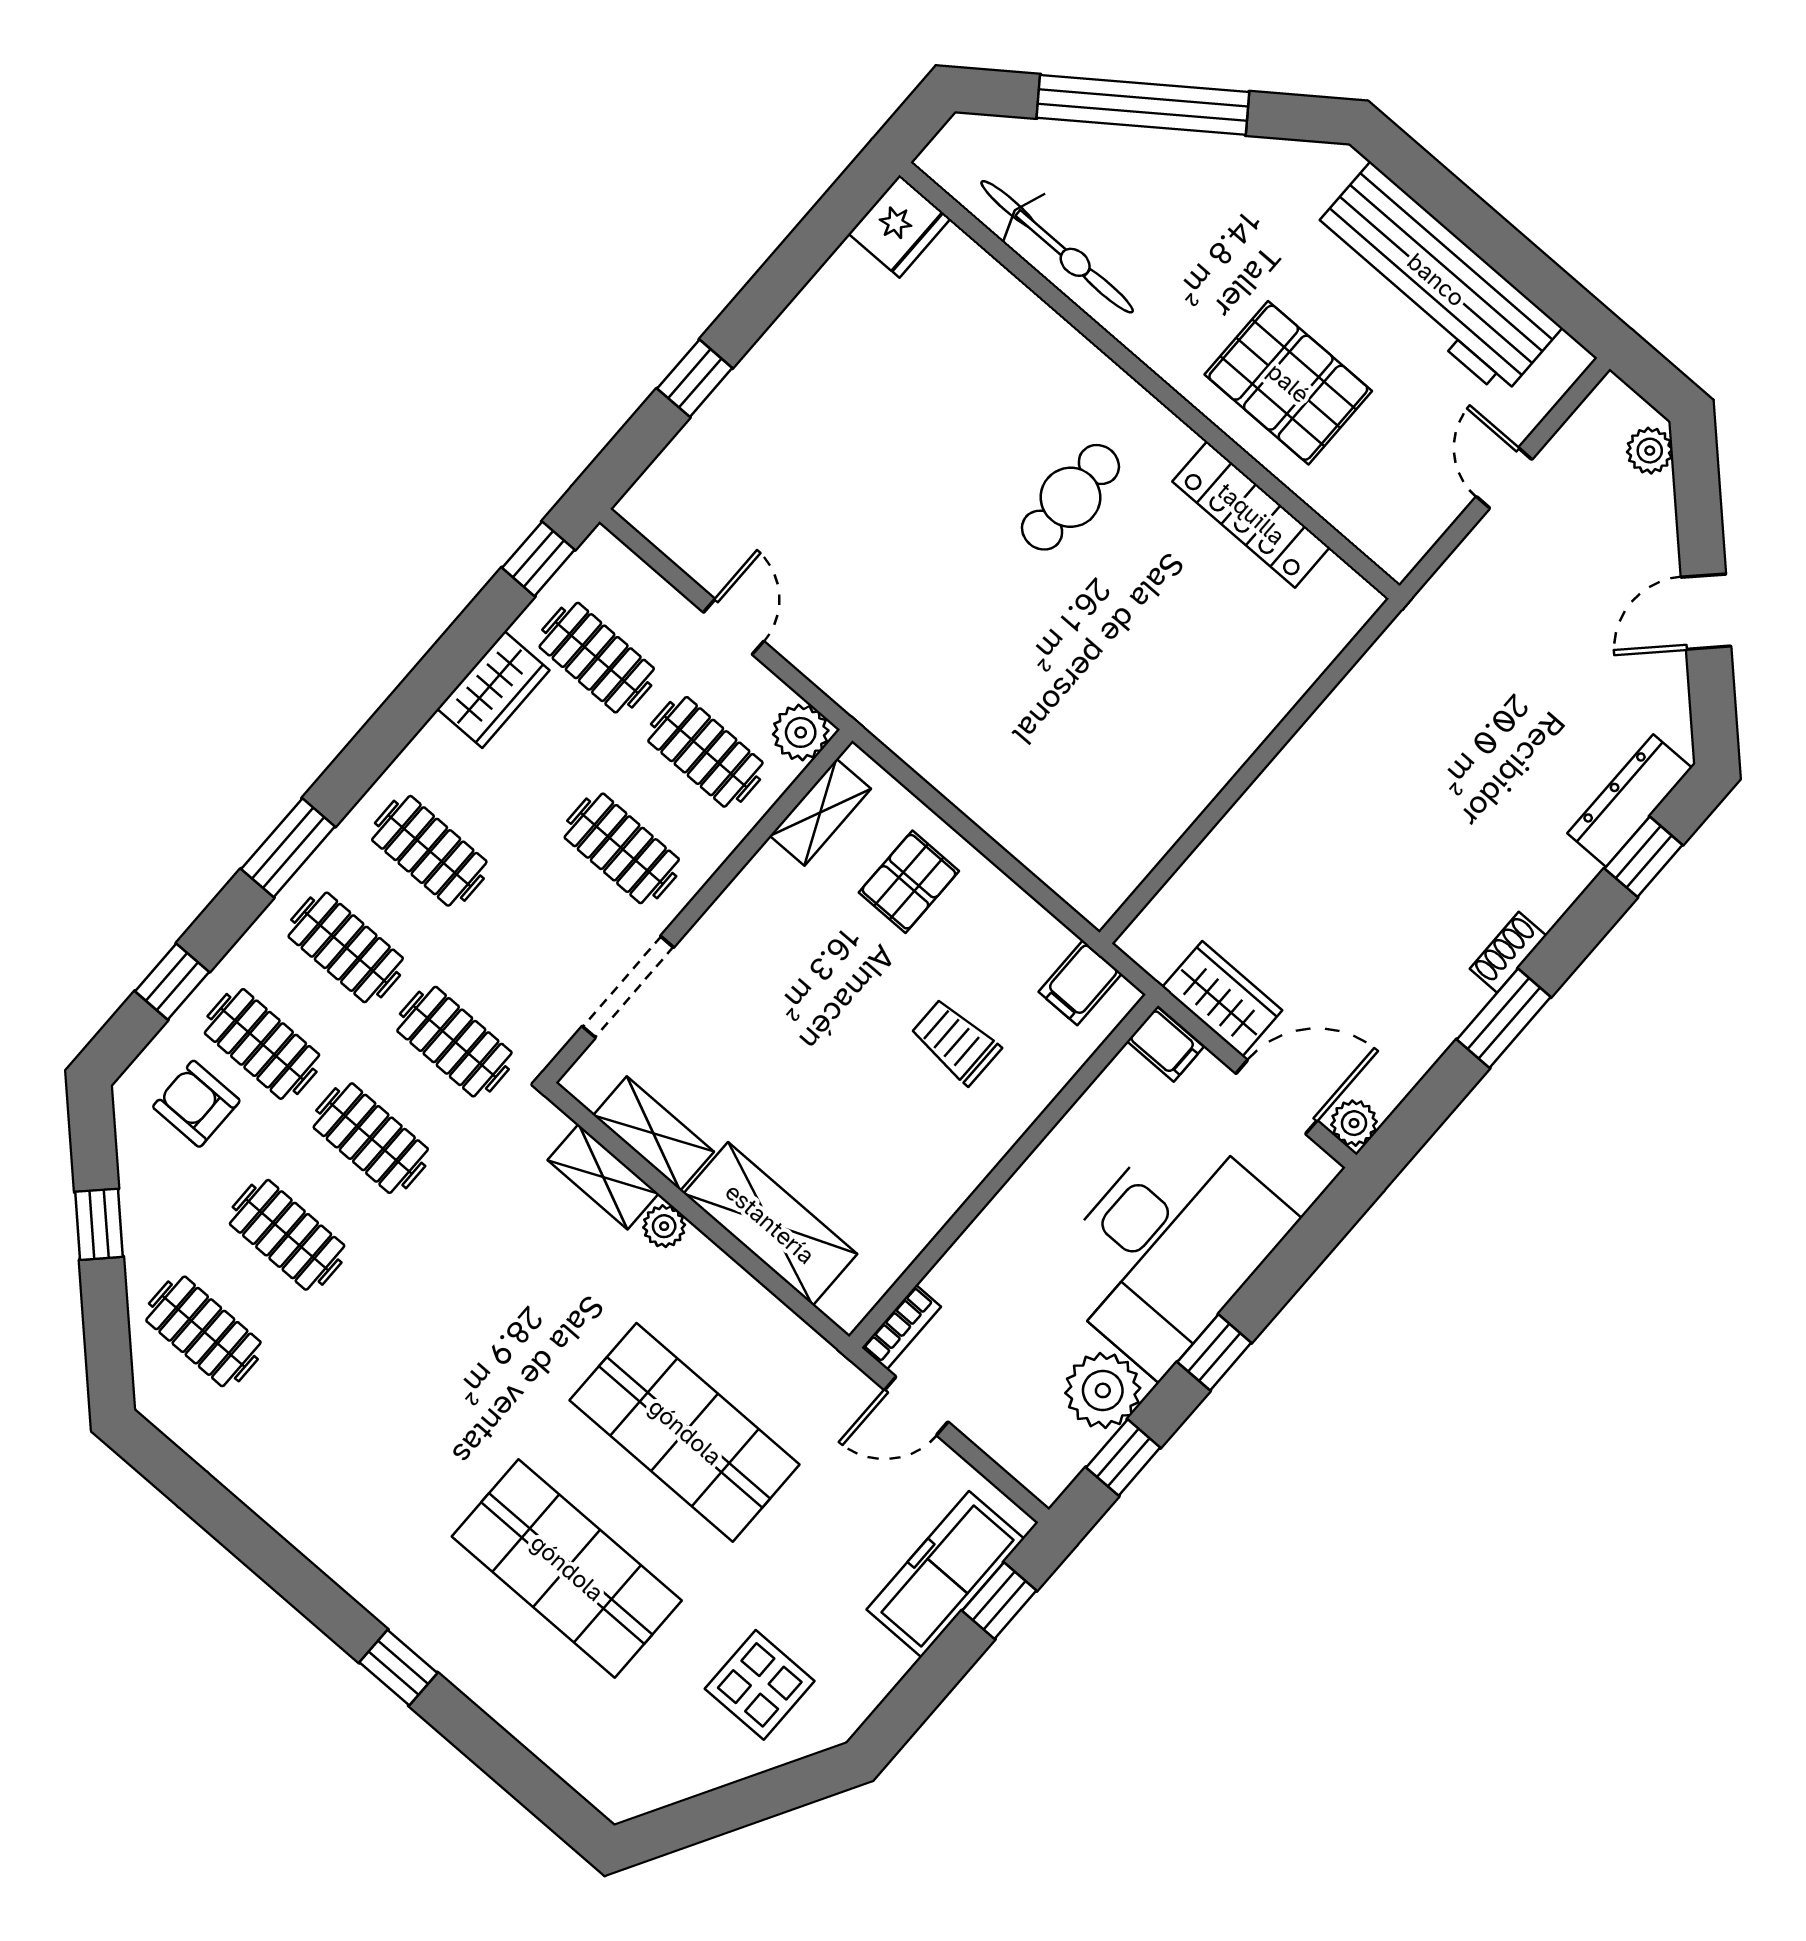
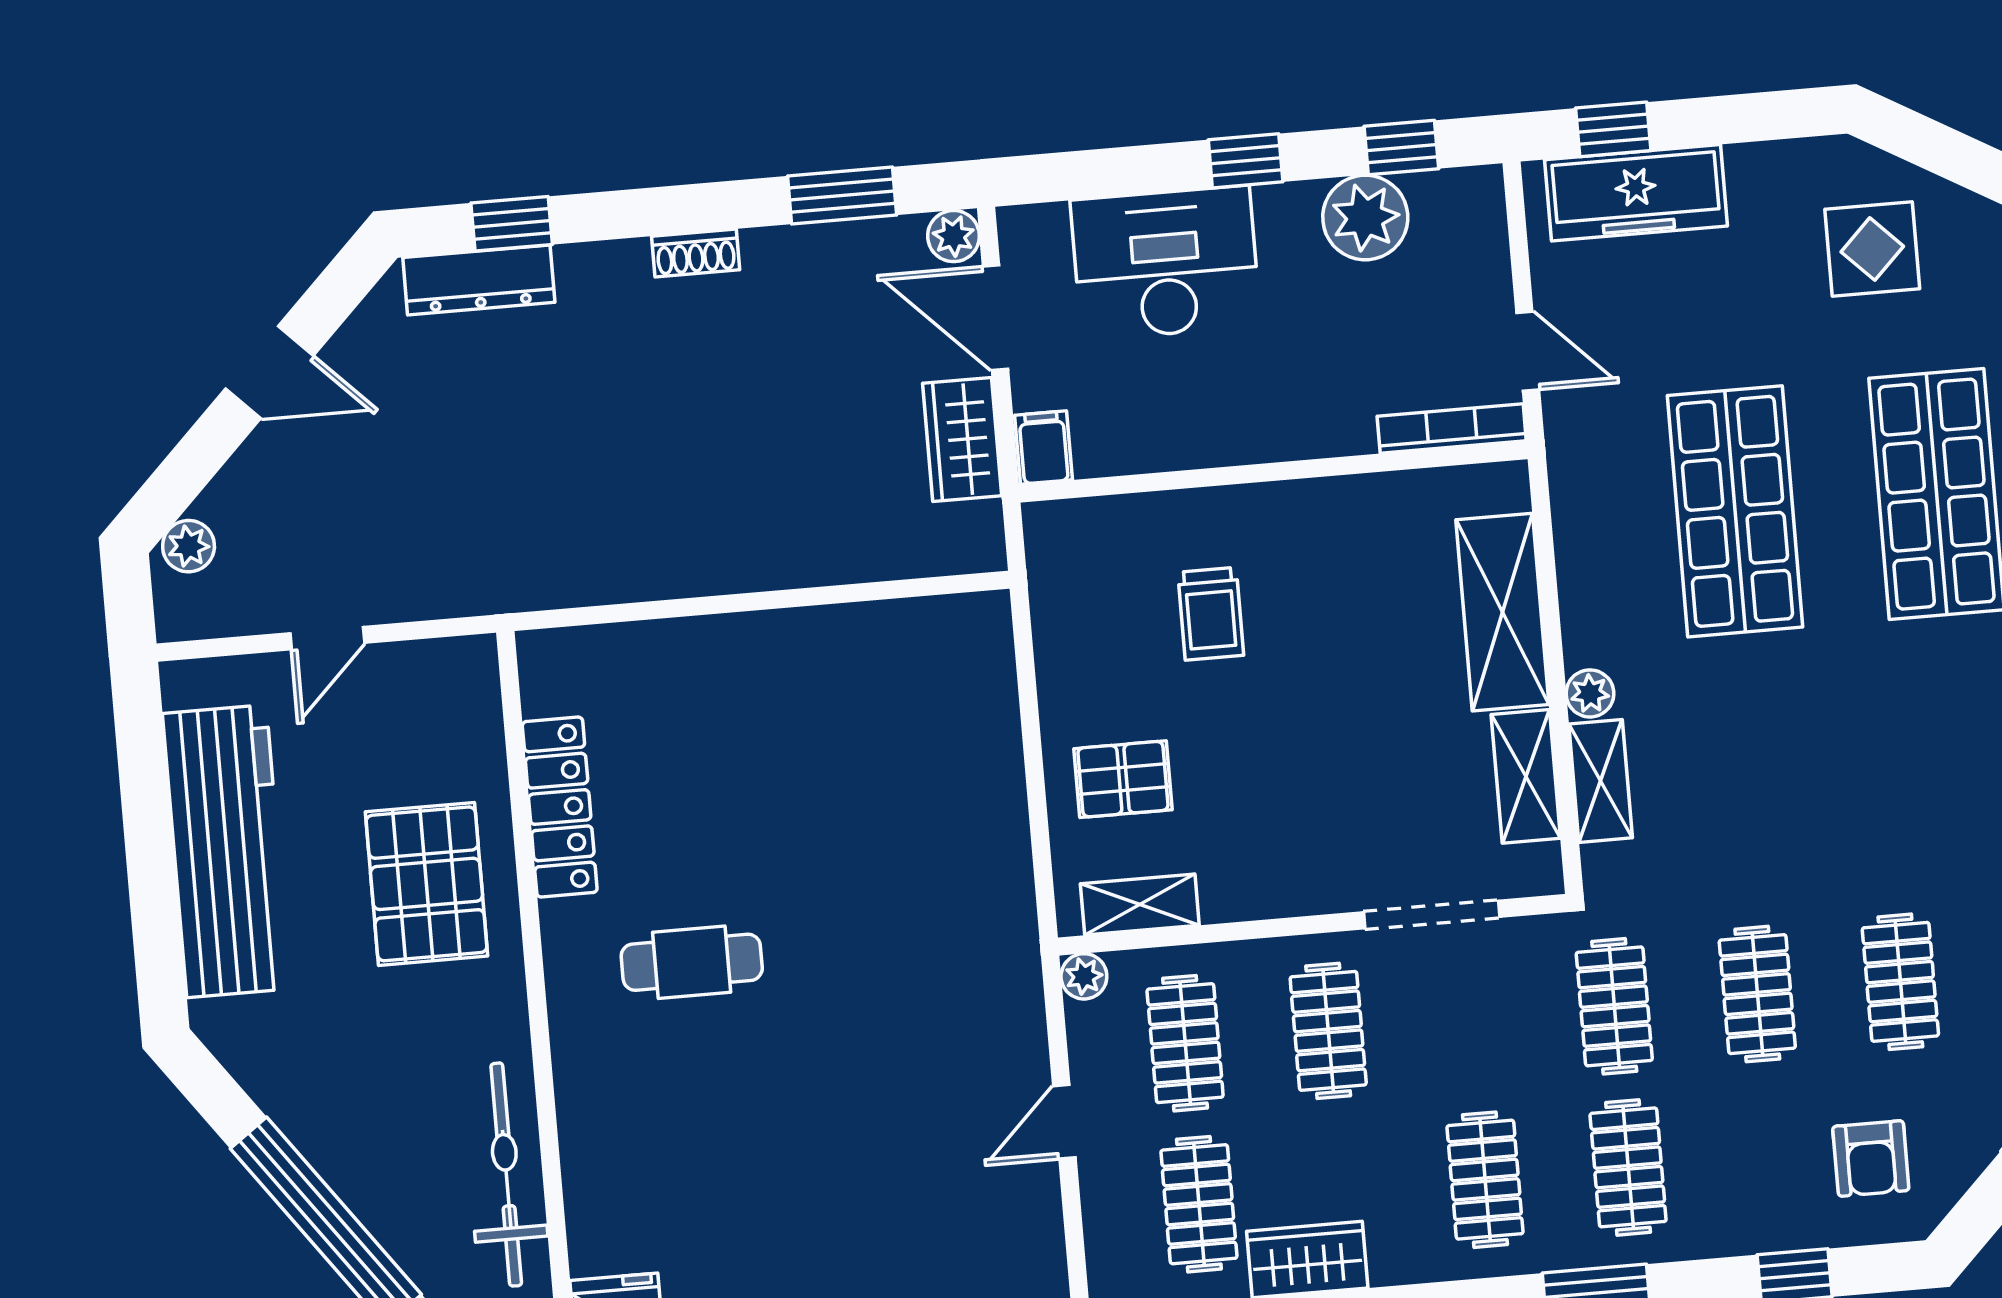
plant: (801, 732) -> (1084, 976), width x0.73, depth x0.73
filing cabinet: (1080, 983) -> (1064, 564), removed
window: (1504, 1018) -> (842, 195), moved
clothes rail: (262, 1044) -> (1771, 1155), removed
desk: (1169, 1247) -> (1166, 263), width x0.73, depth x0.77
bookcase: (901, 1327) -> (1452, 429), width x1.56

